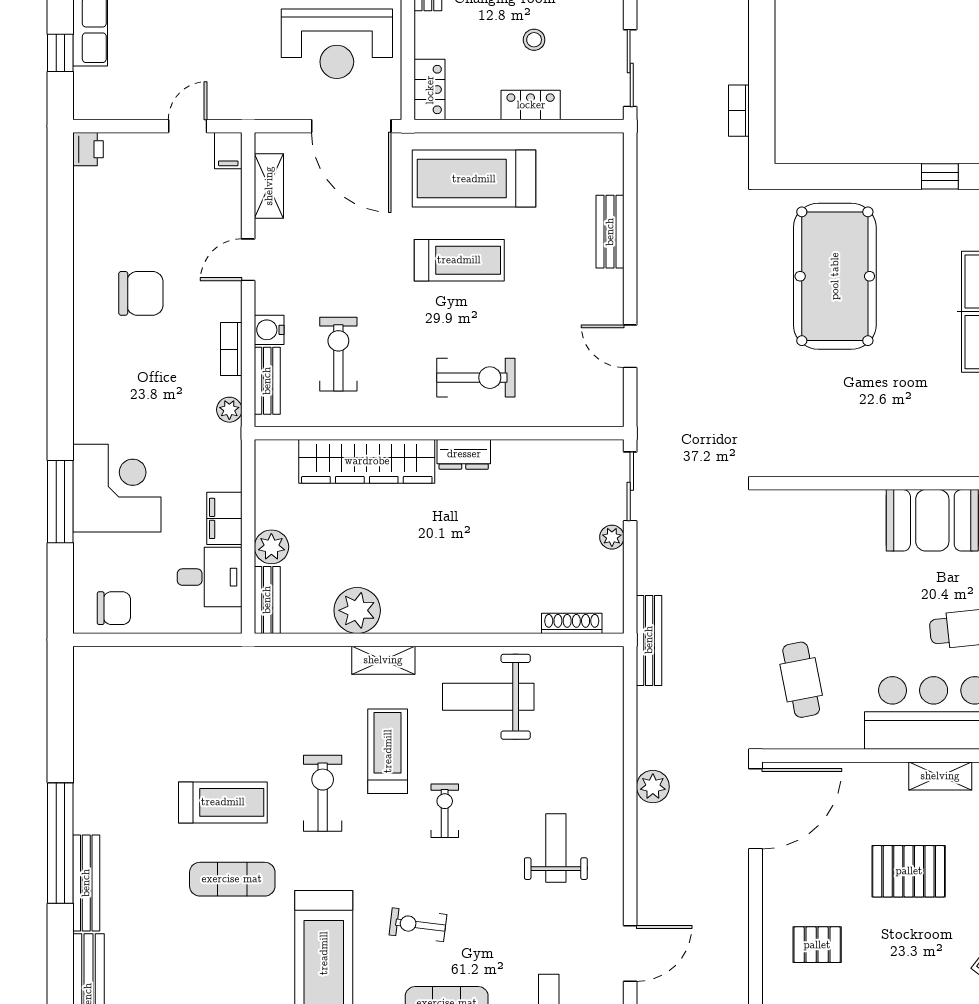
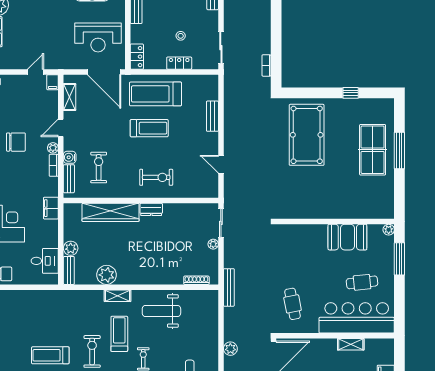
plant: (229, 410) -> (53, 148), moved
filing cabinet: (224, 518) -> (51, 208), moved
treadmill: (223, 802) -> (50, 355), turned 180

